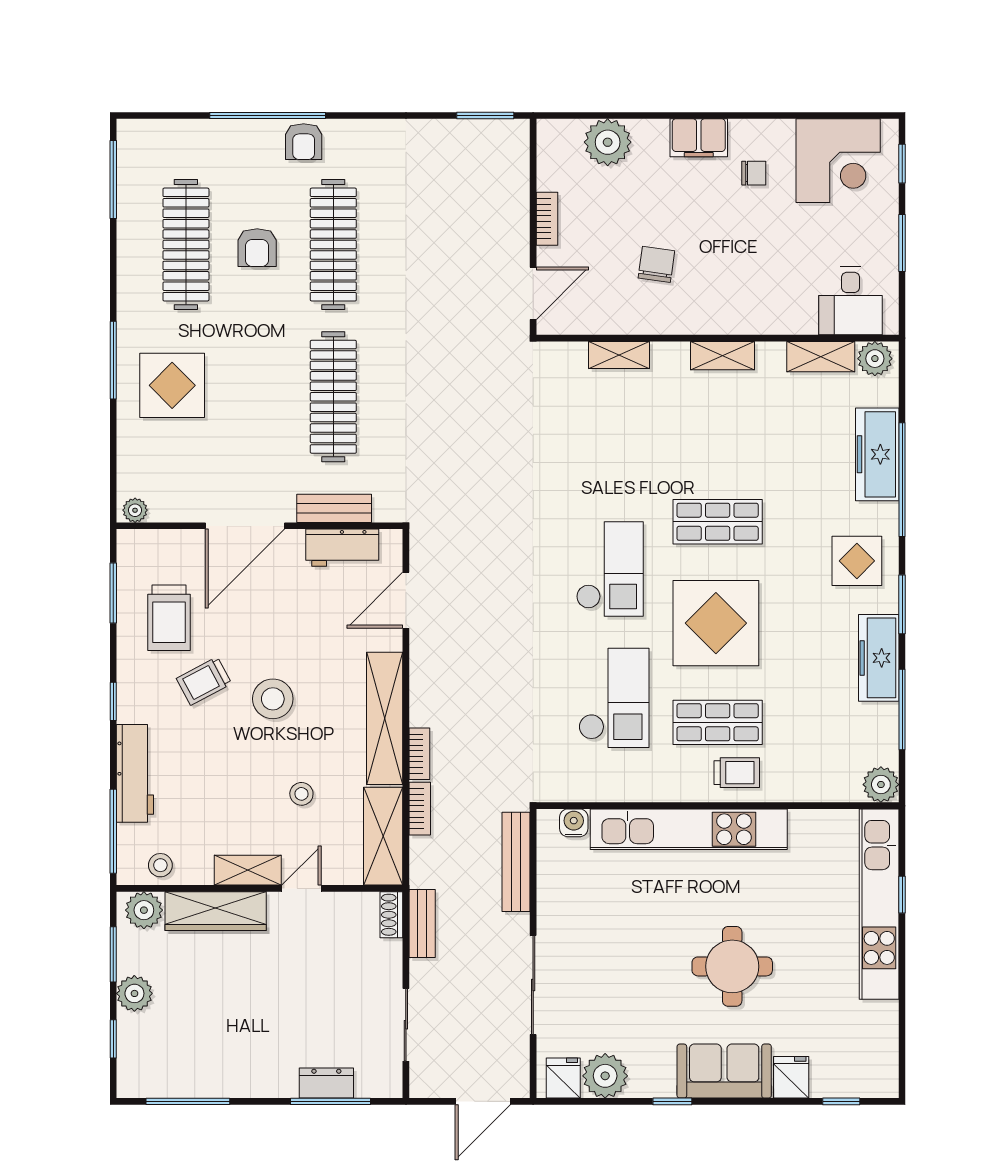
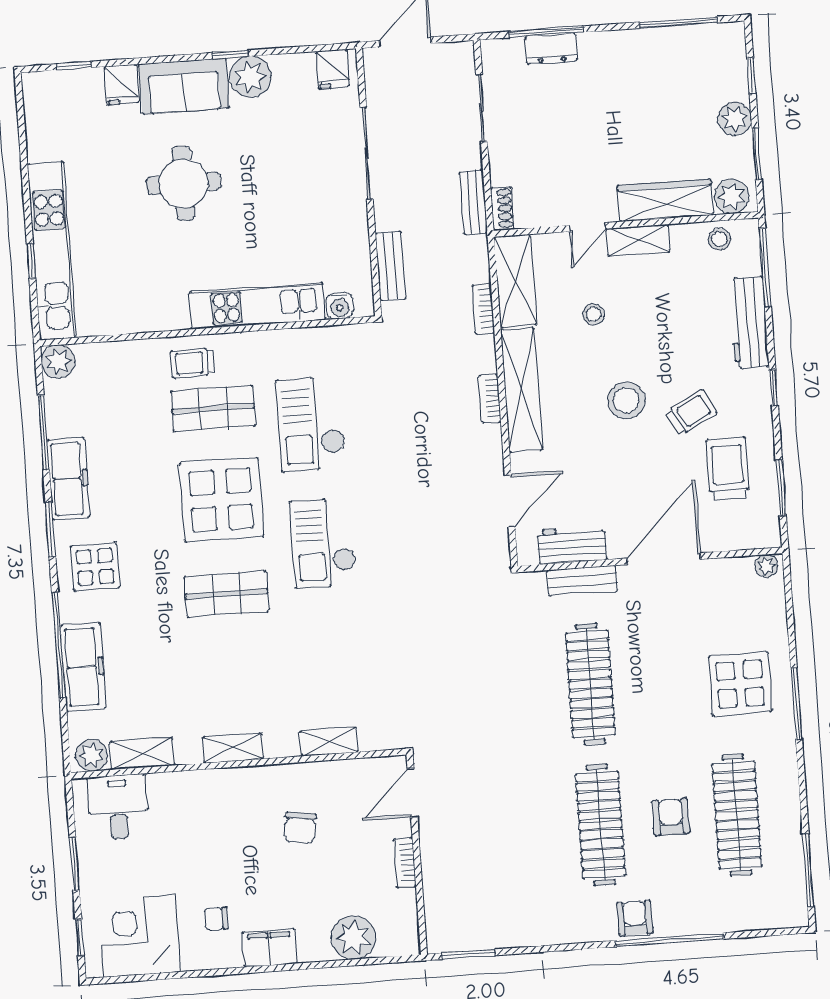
bookcase: (419, 754) -> (490, 398), moved
kitchen unit: (689, 829) -> (257, 306), width x0.73
bench: (516, 862) -> (391, 266), width x0.73
plant: (605, 1076) -> (250, 77), moved

